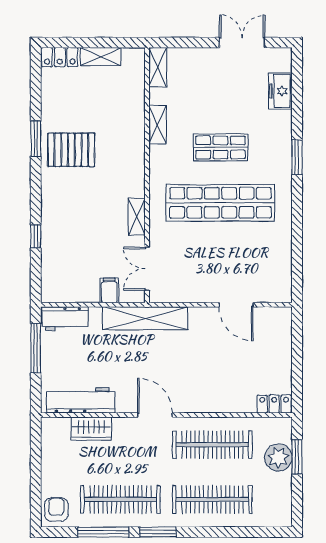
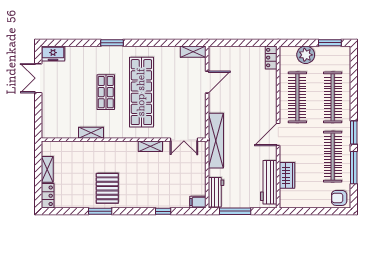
shelving: (158, 67) -> (193, 52), moved
freezer: (280, 91) -> (53, 54), moved
filing cabinet: (109, 290) -> (198, 202), moved
window: (297, 457) -> (330, 43), moved

